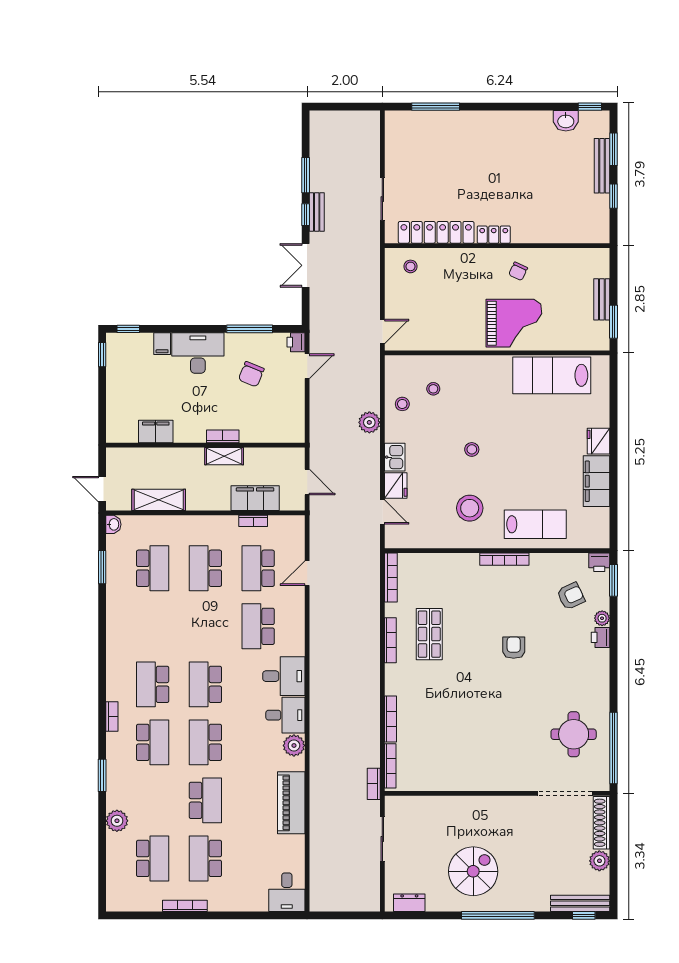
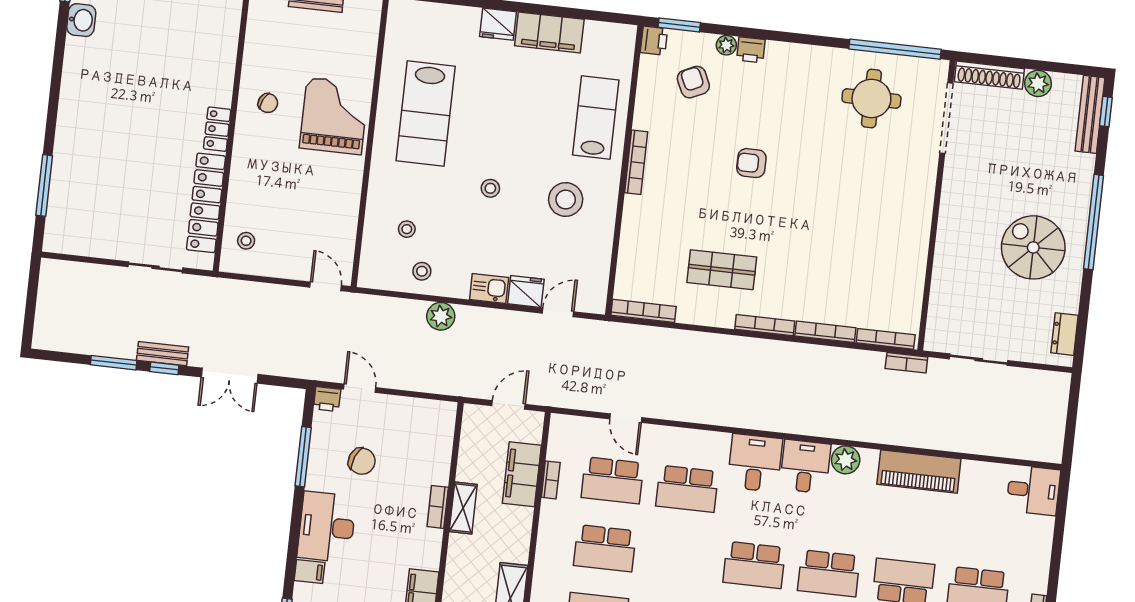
lab bench: (552, 375) -> (426, 114), moved
bookcase: (390, 640) -> (765, 325), moved

